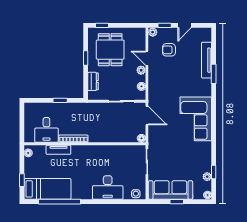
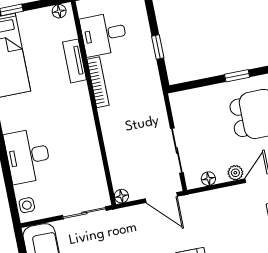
dresser: (93, 81) -> (200, 96), removed
door: (147, 116) -> (161, 198), hinge flipped

